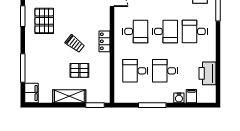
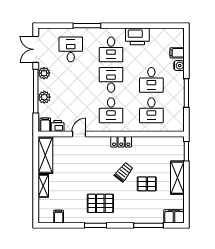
desk: (135, 31) -> (111, 110), turned 180
pallet: (79, 70) -> (147, 184), moved, turned 90
printer: (207, 73) -> (137, 36), moved

